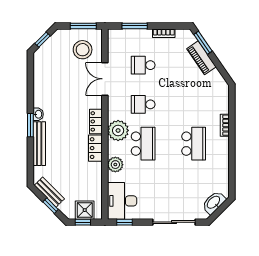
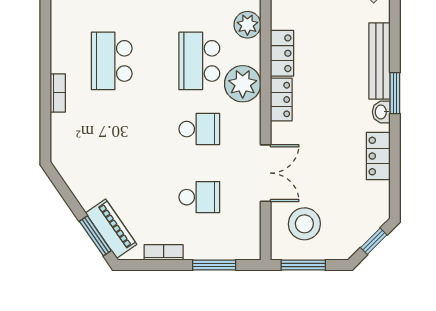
piano: (201, 58) -> (111, 229), moved
locker: (40, 89) -> (378, 156), added

